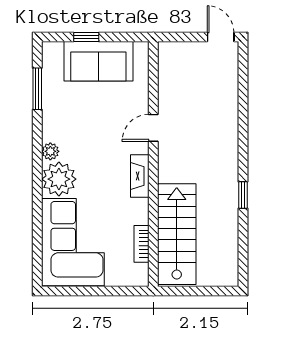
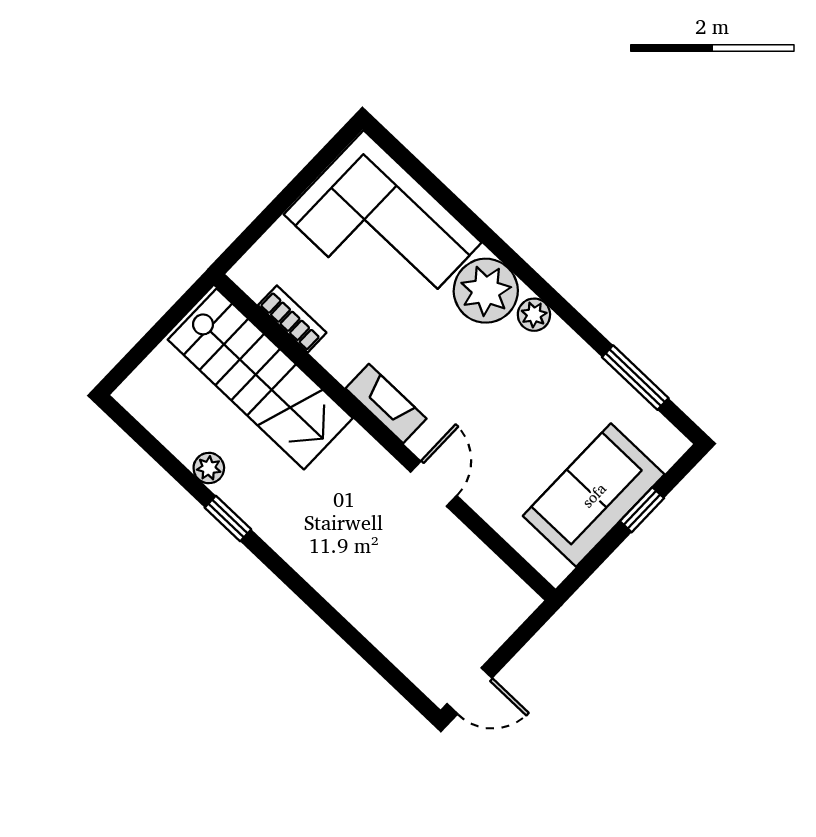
plant: (230, 221) -> (209, 468), added

